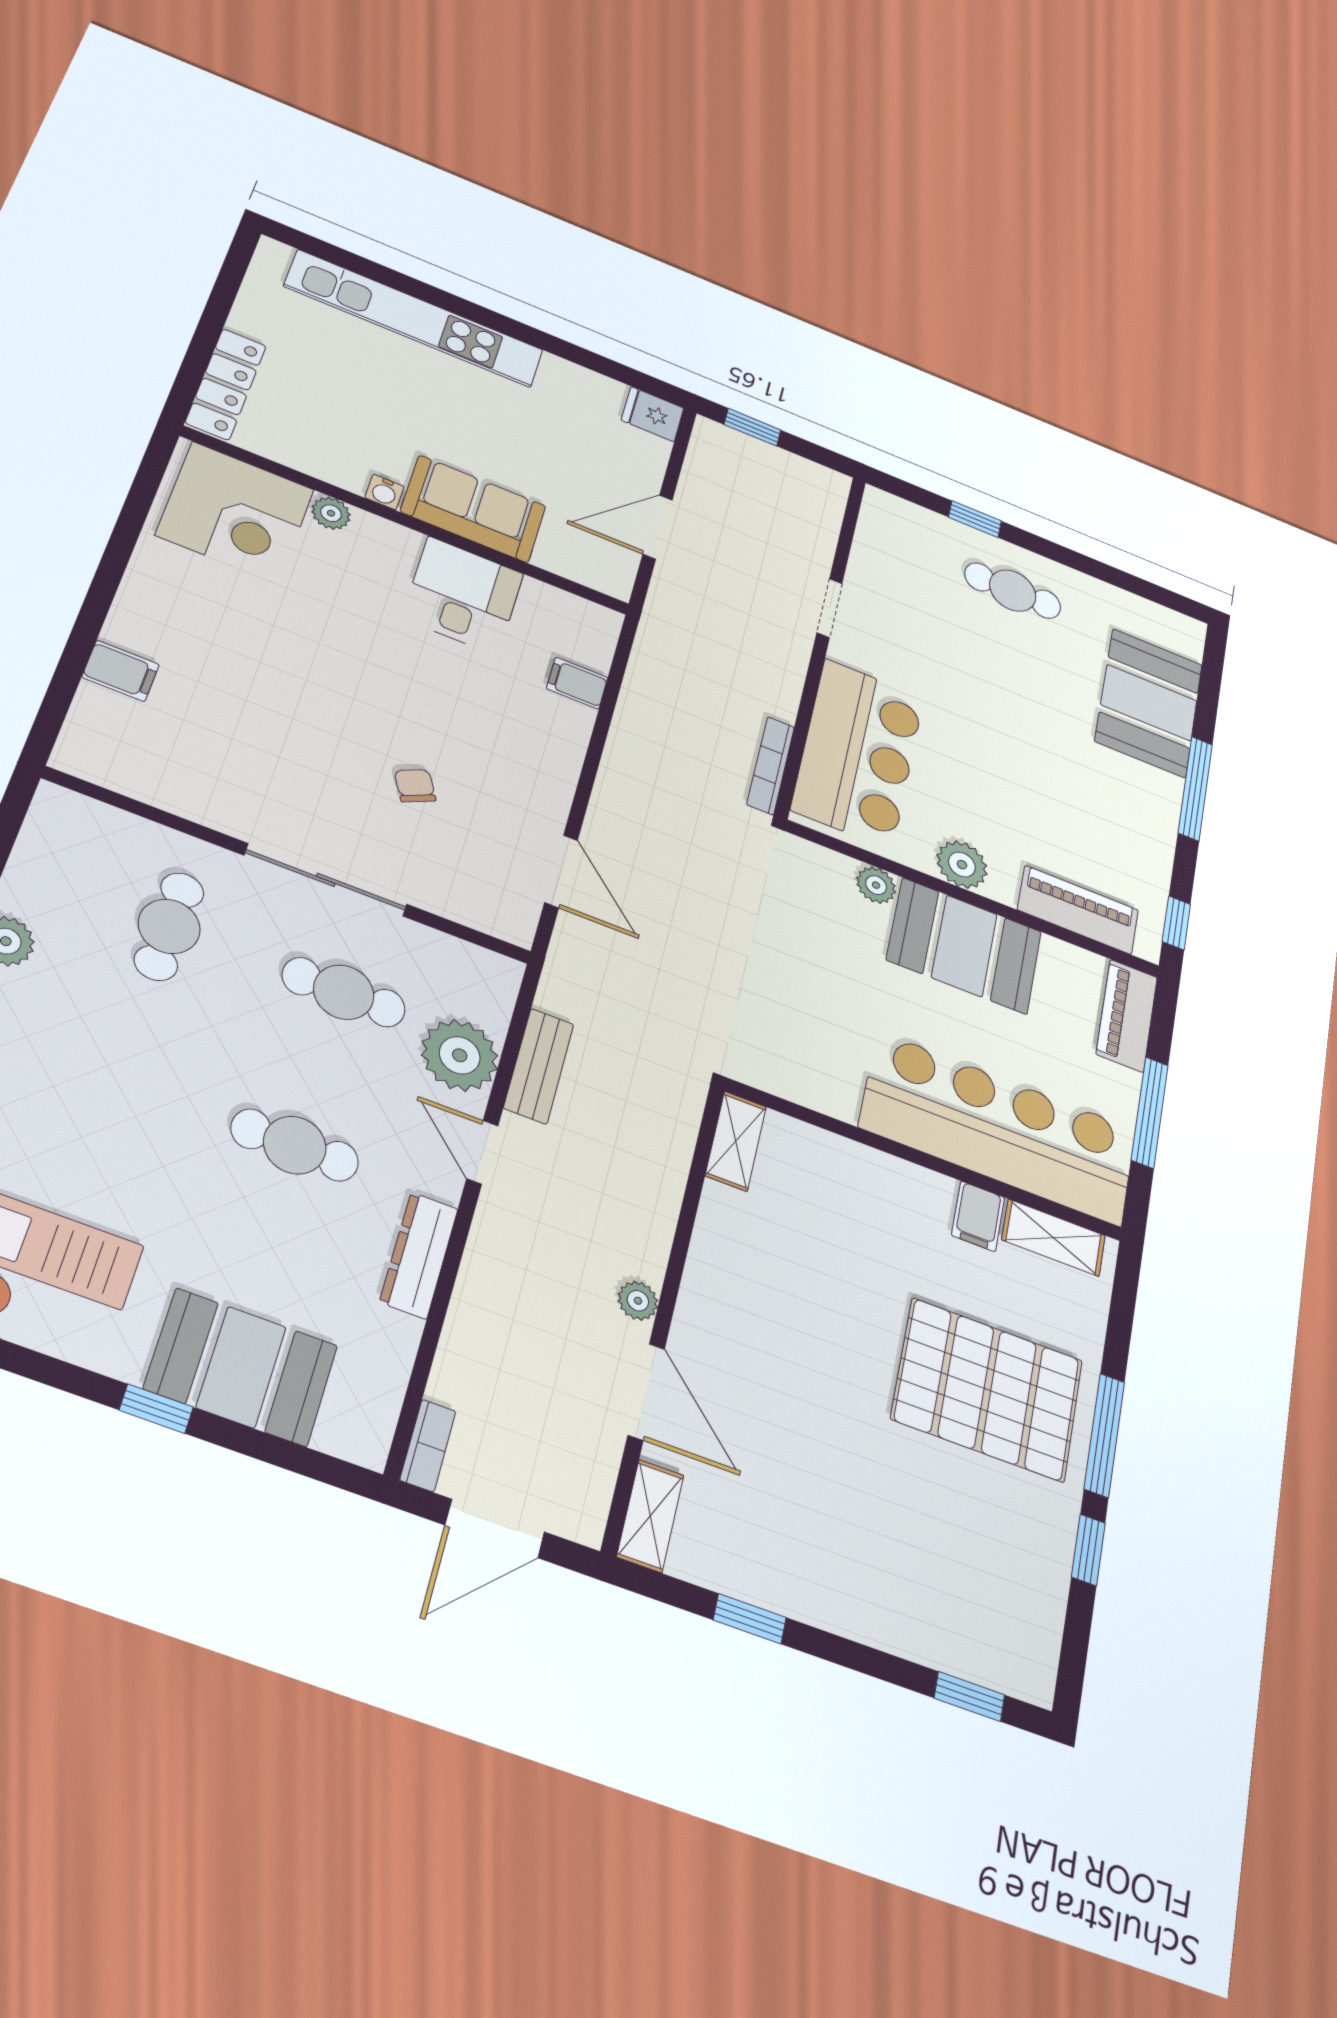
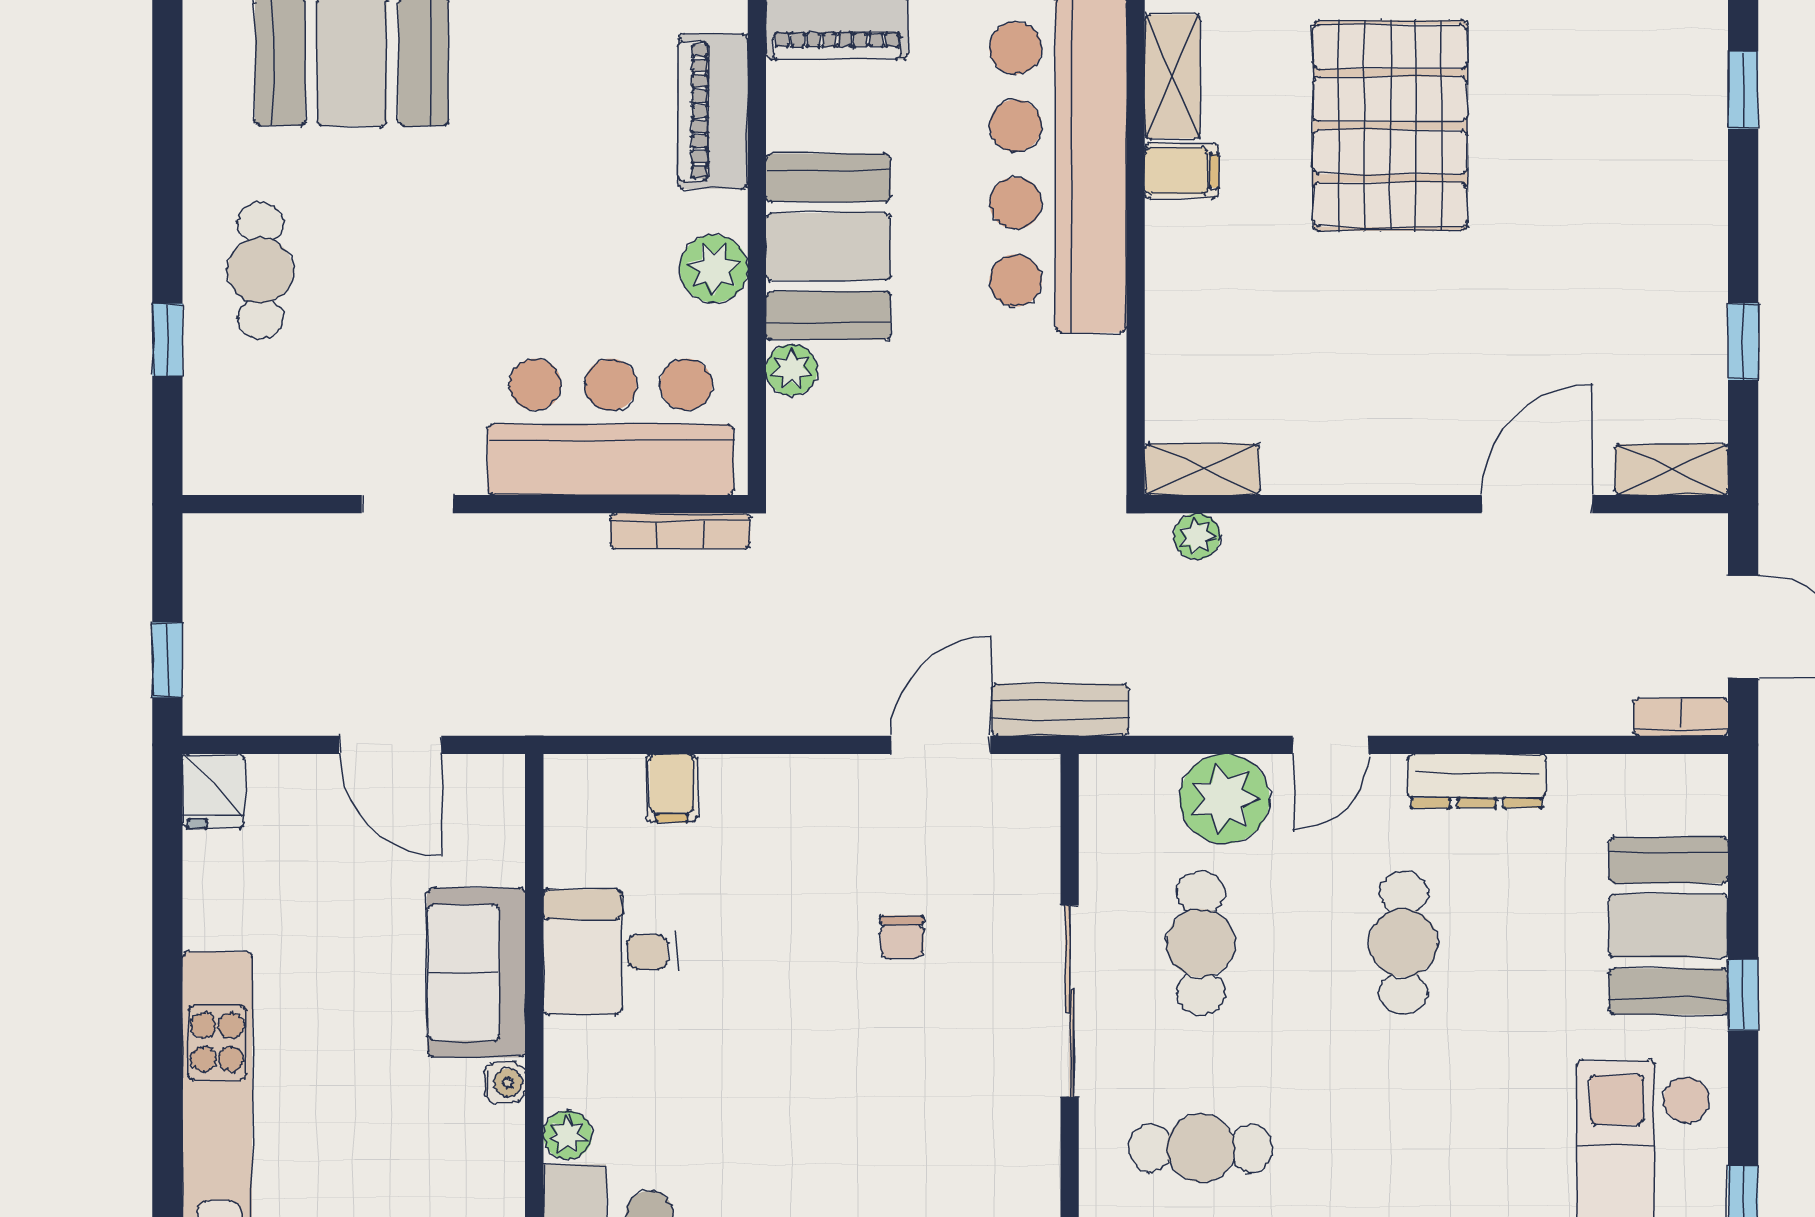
chair: (415, 786) -> (902, 937), turned -63
bench: (539, 1066) -> (1060, 710), moved
plant: (638, 1301) -> (1197, 536), moved

